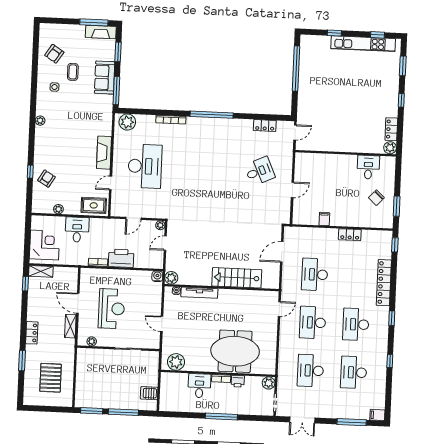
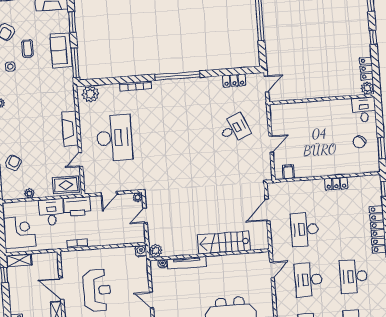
desk: (368, 167) -> (364, 110), moved
filing cabinet: (324, 219) -> (288, 172), moved
printer: (121, 258) -> (77, 206), moved, turned 180

